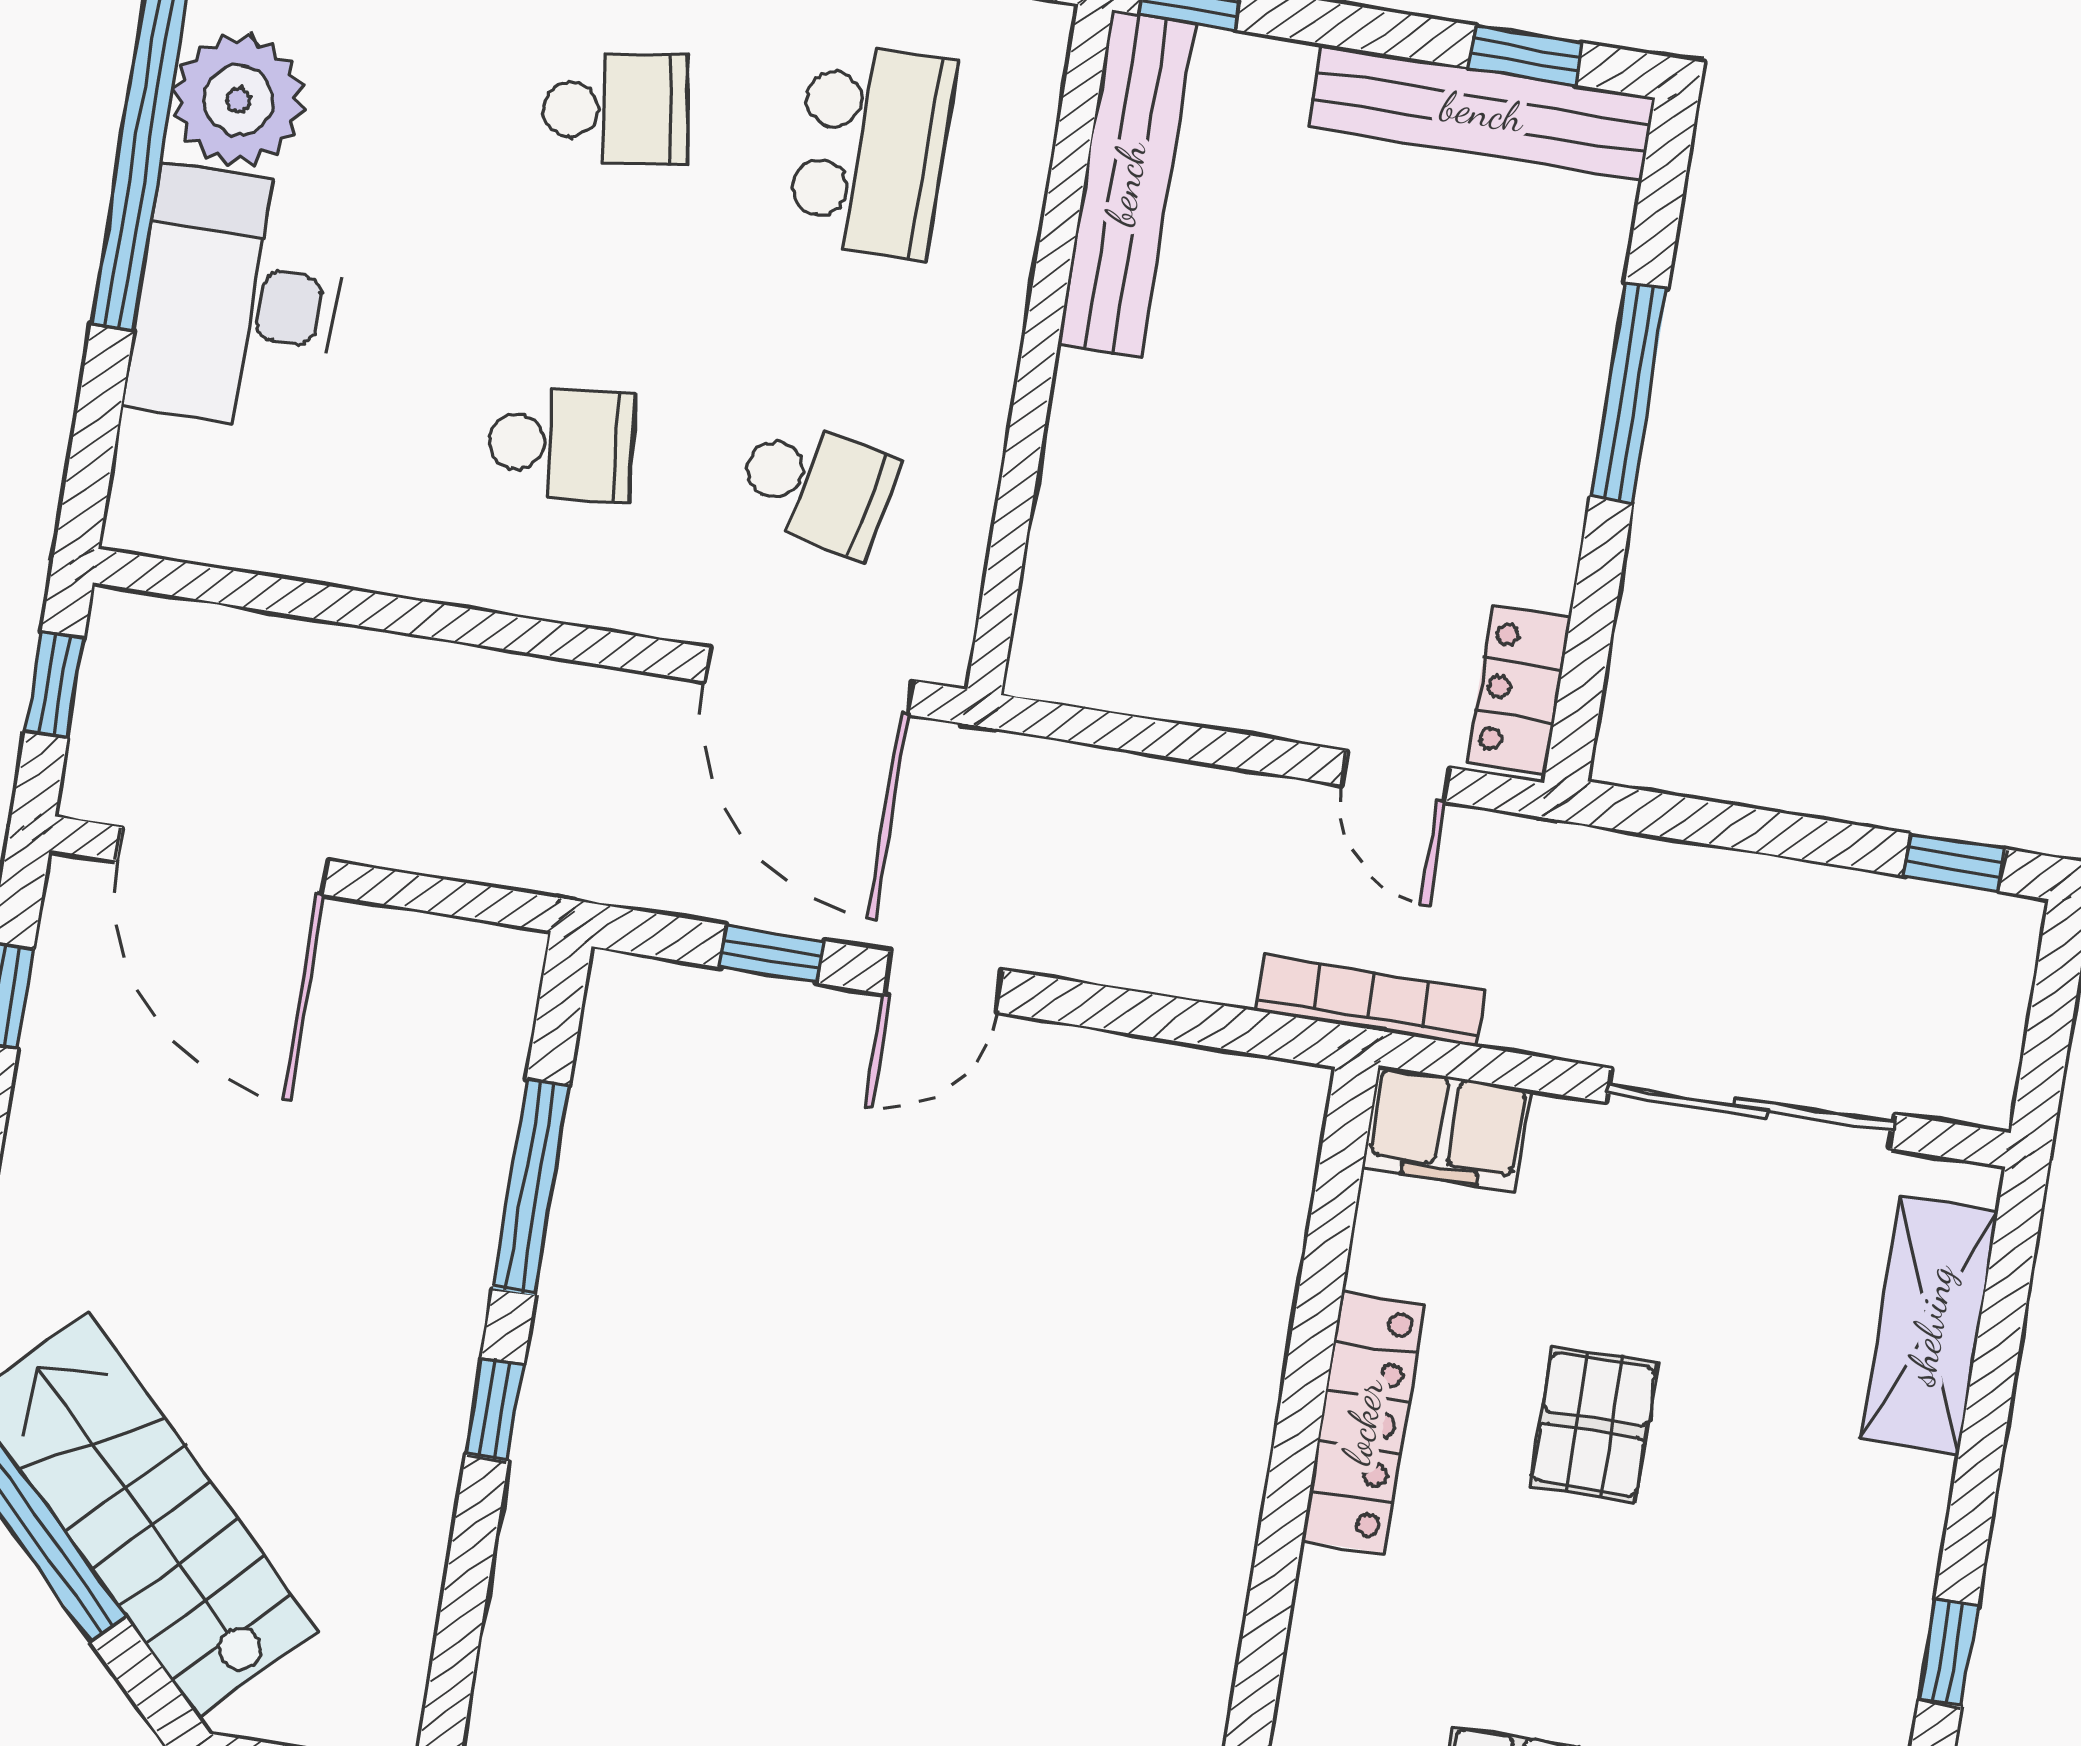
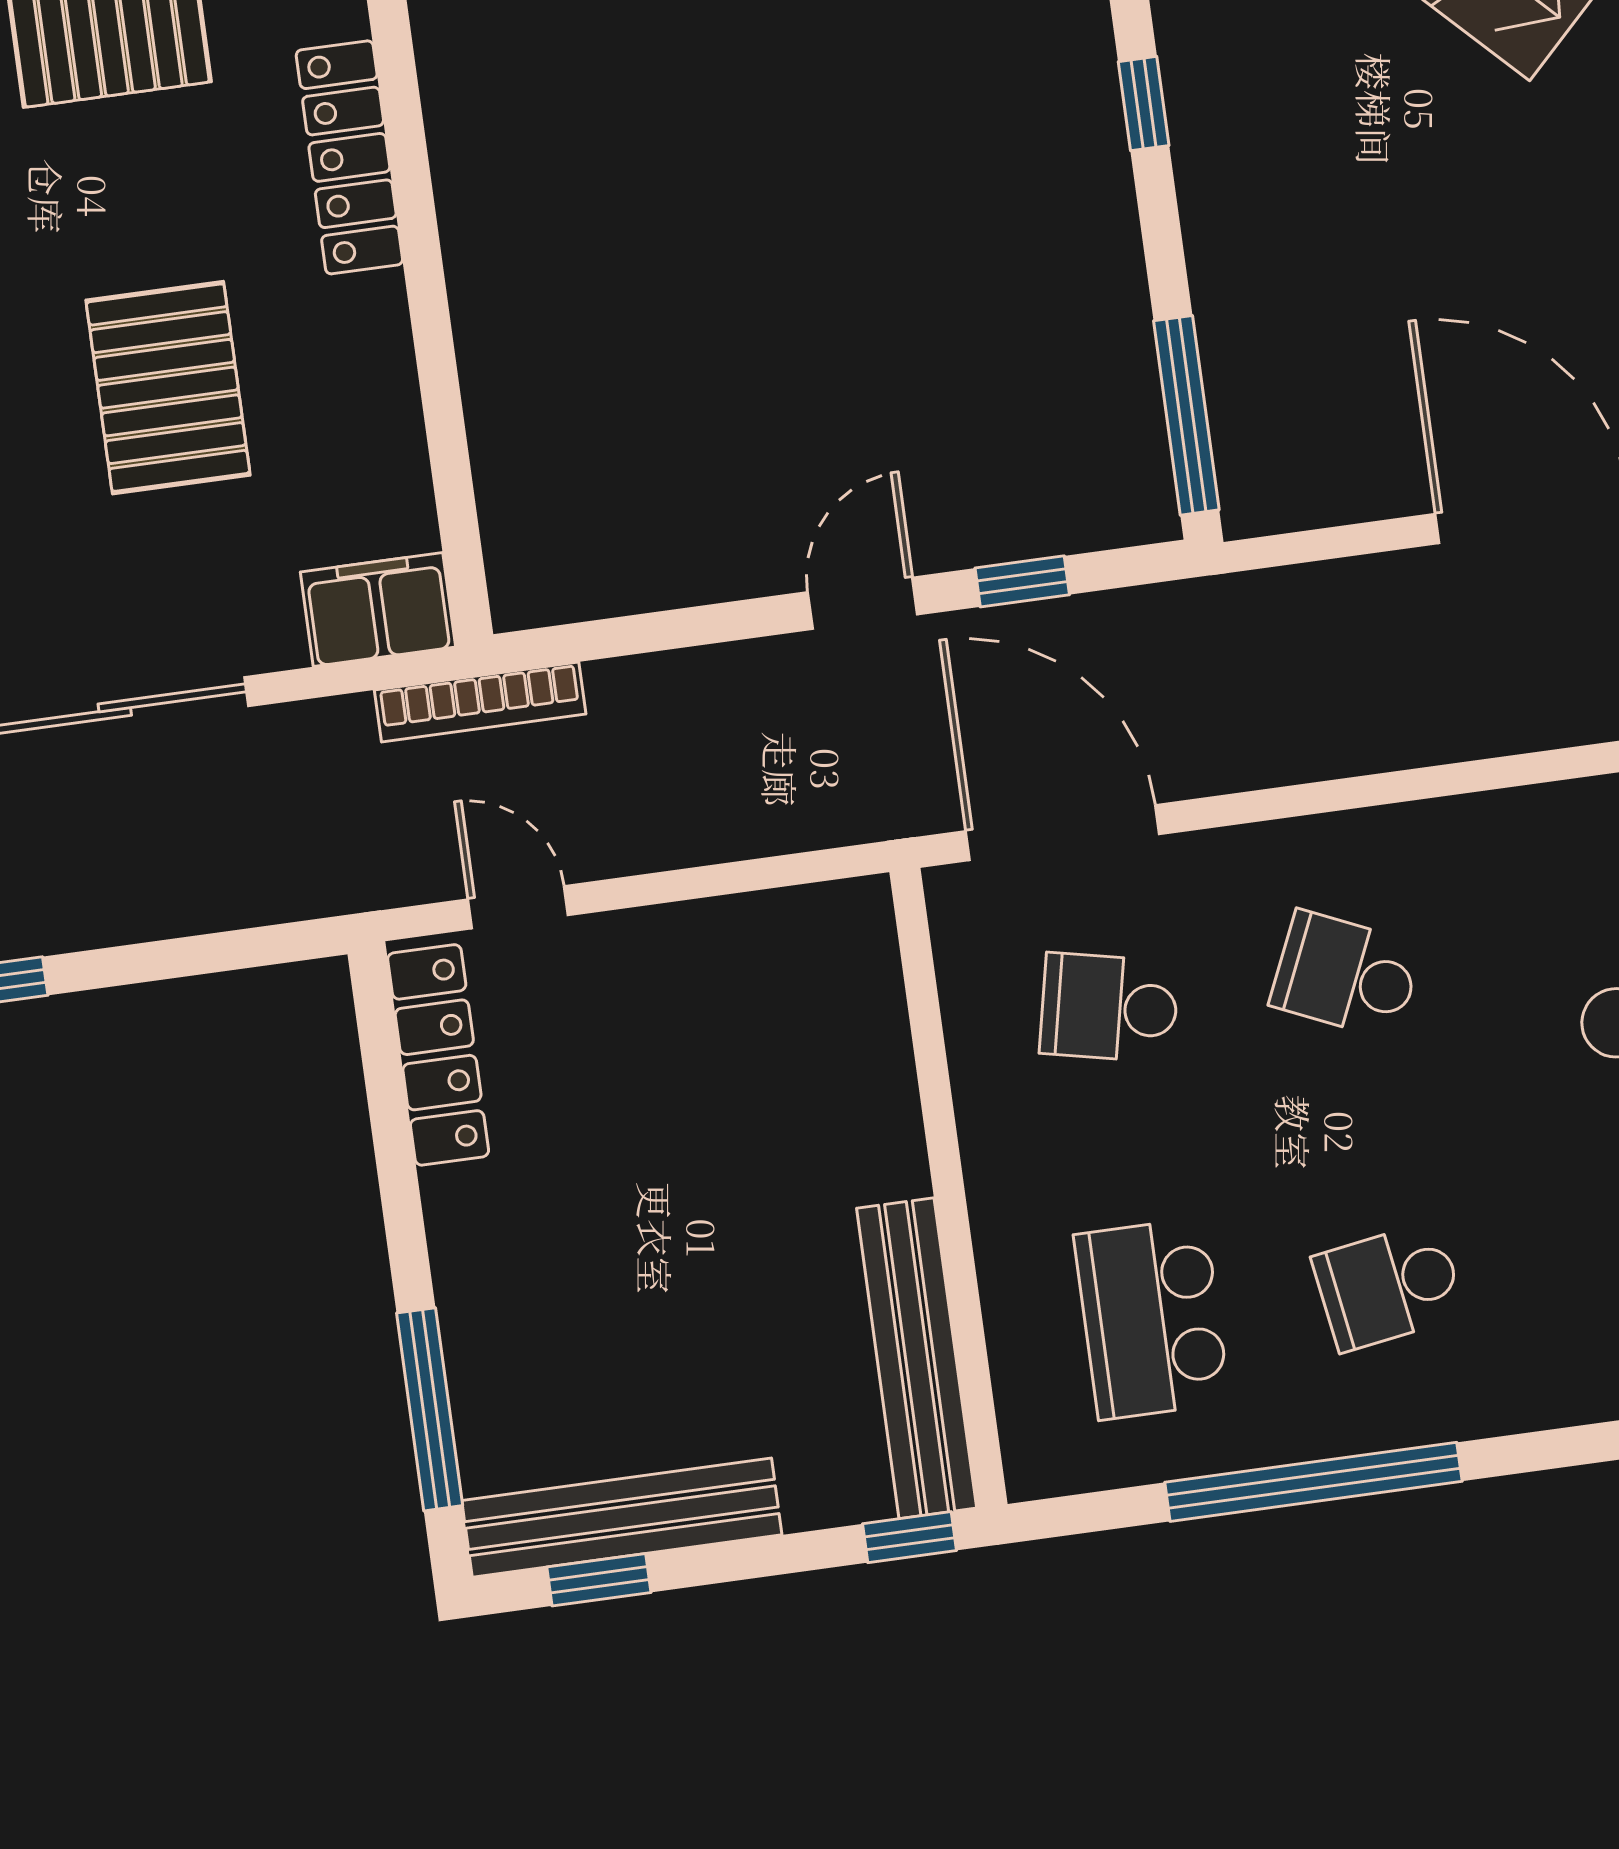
window: (1629, 393) -> (430, 1409), moved
school desk: (561, 444) -> (1346, 975), turned 30
locker: (1519, 690) -> (438, 1055), width x1.53
window: (531, 1187) -> (1186, 415), moved
locker: (1363, 1422) -> (349, 157), moved
pallet: (1594, 1424) -> (168, 388), width x1.50, depth x1.42

